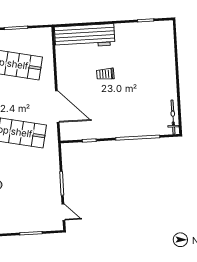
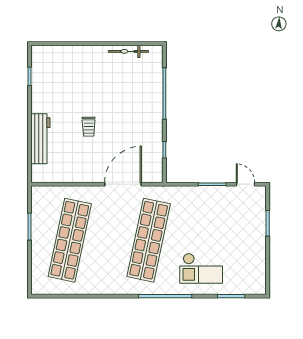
workbench: (85, 36) -> (40, 139), width x0.73, depth x0.76
bicycle: (173, 117) -> (128, 51), moved
door: (63, 212) -> (245, 184), hinge flipped

